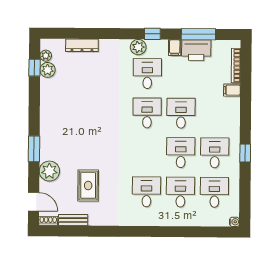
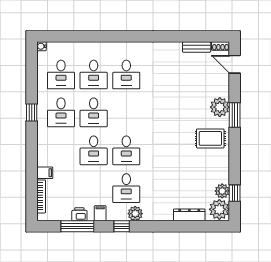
printer: (196, 50) -> (79, 214), width x0.53, depth x0.68
plant: (46, 56) -> (219, 209), width x1.87, depth x1.87
plant: (49, 171) -> (220, 107), moved
rug: (88, 185) -> (210, 138), moved, turned 90

